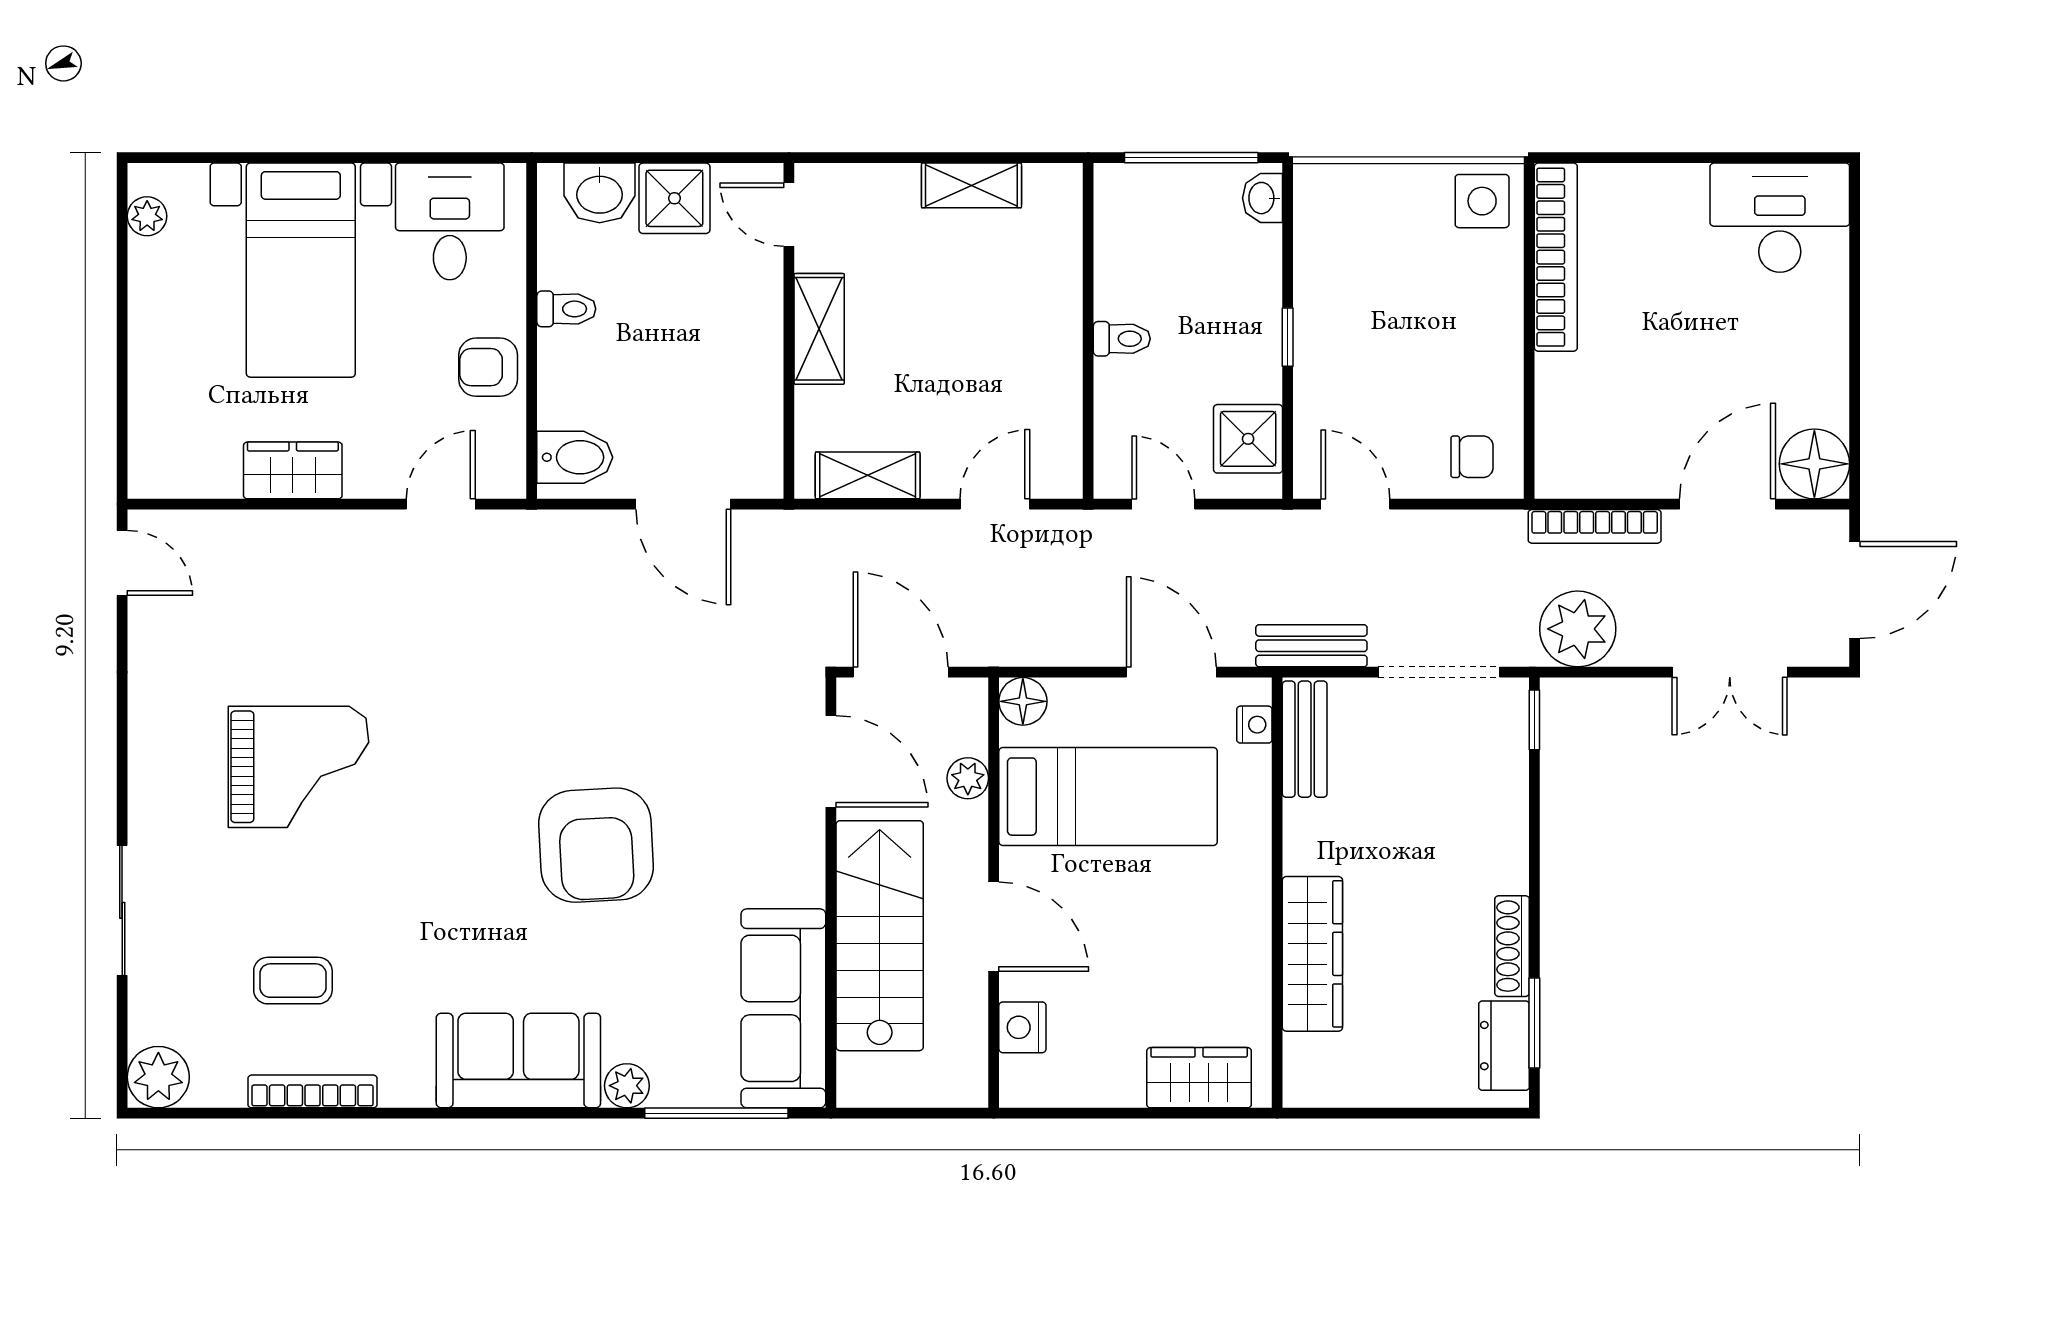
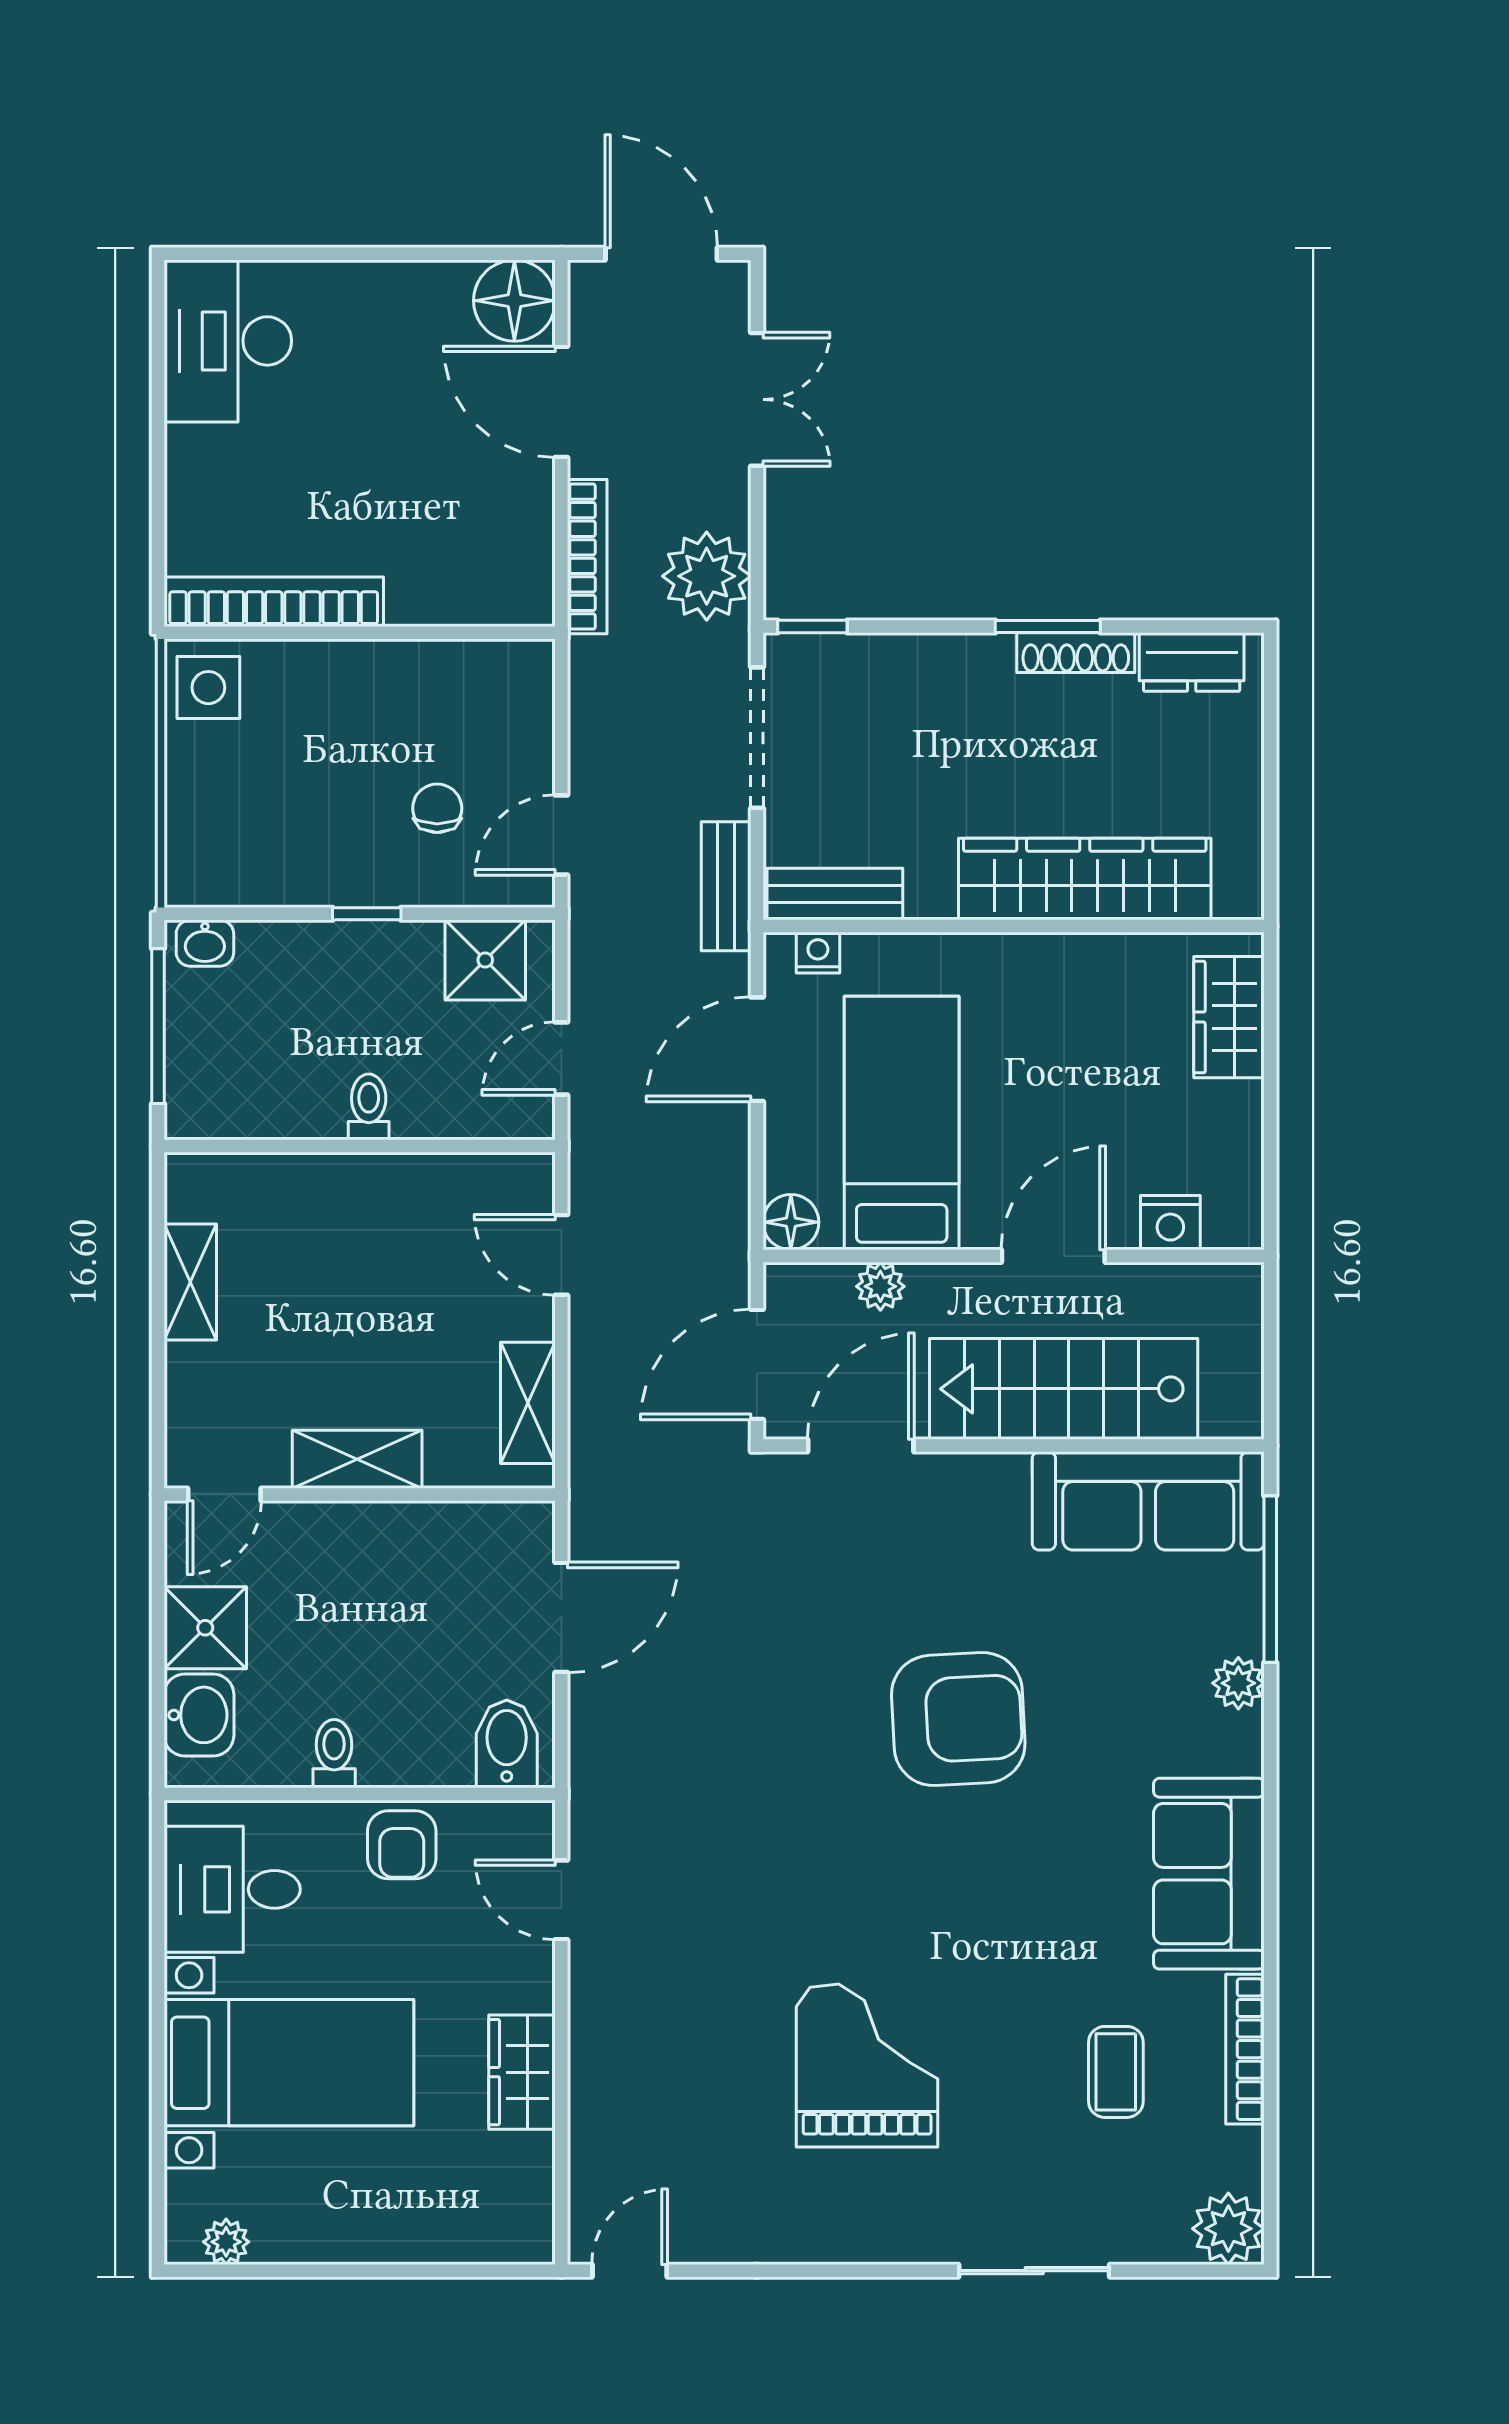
chair: (1472, 457) -> (437, 808), moved
wardrobe: (1312, 954) -> (1085, 879), width x1.40, depth x1.17
window: (1534, 1023) -> (1048, 627), moved
sofa: (518, 1060) -> (1209, 1874), moved

